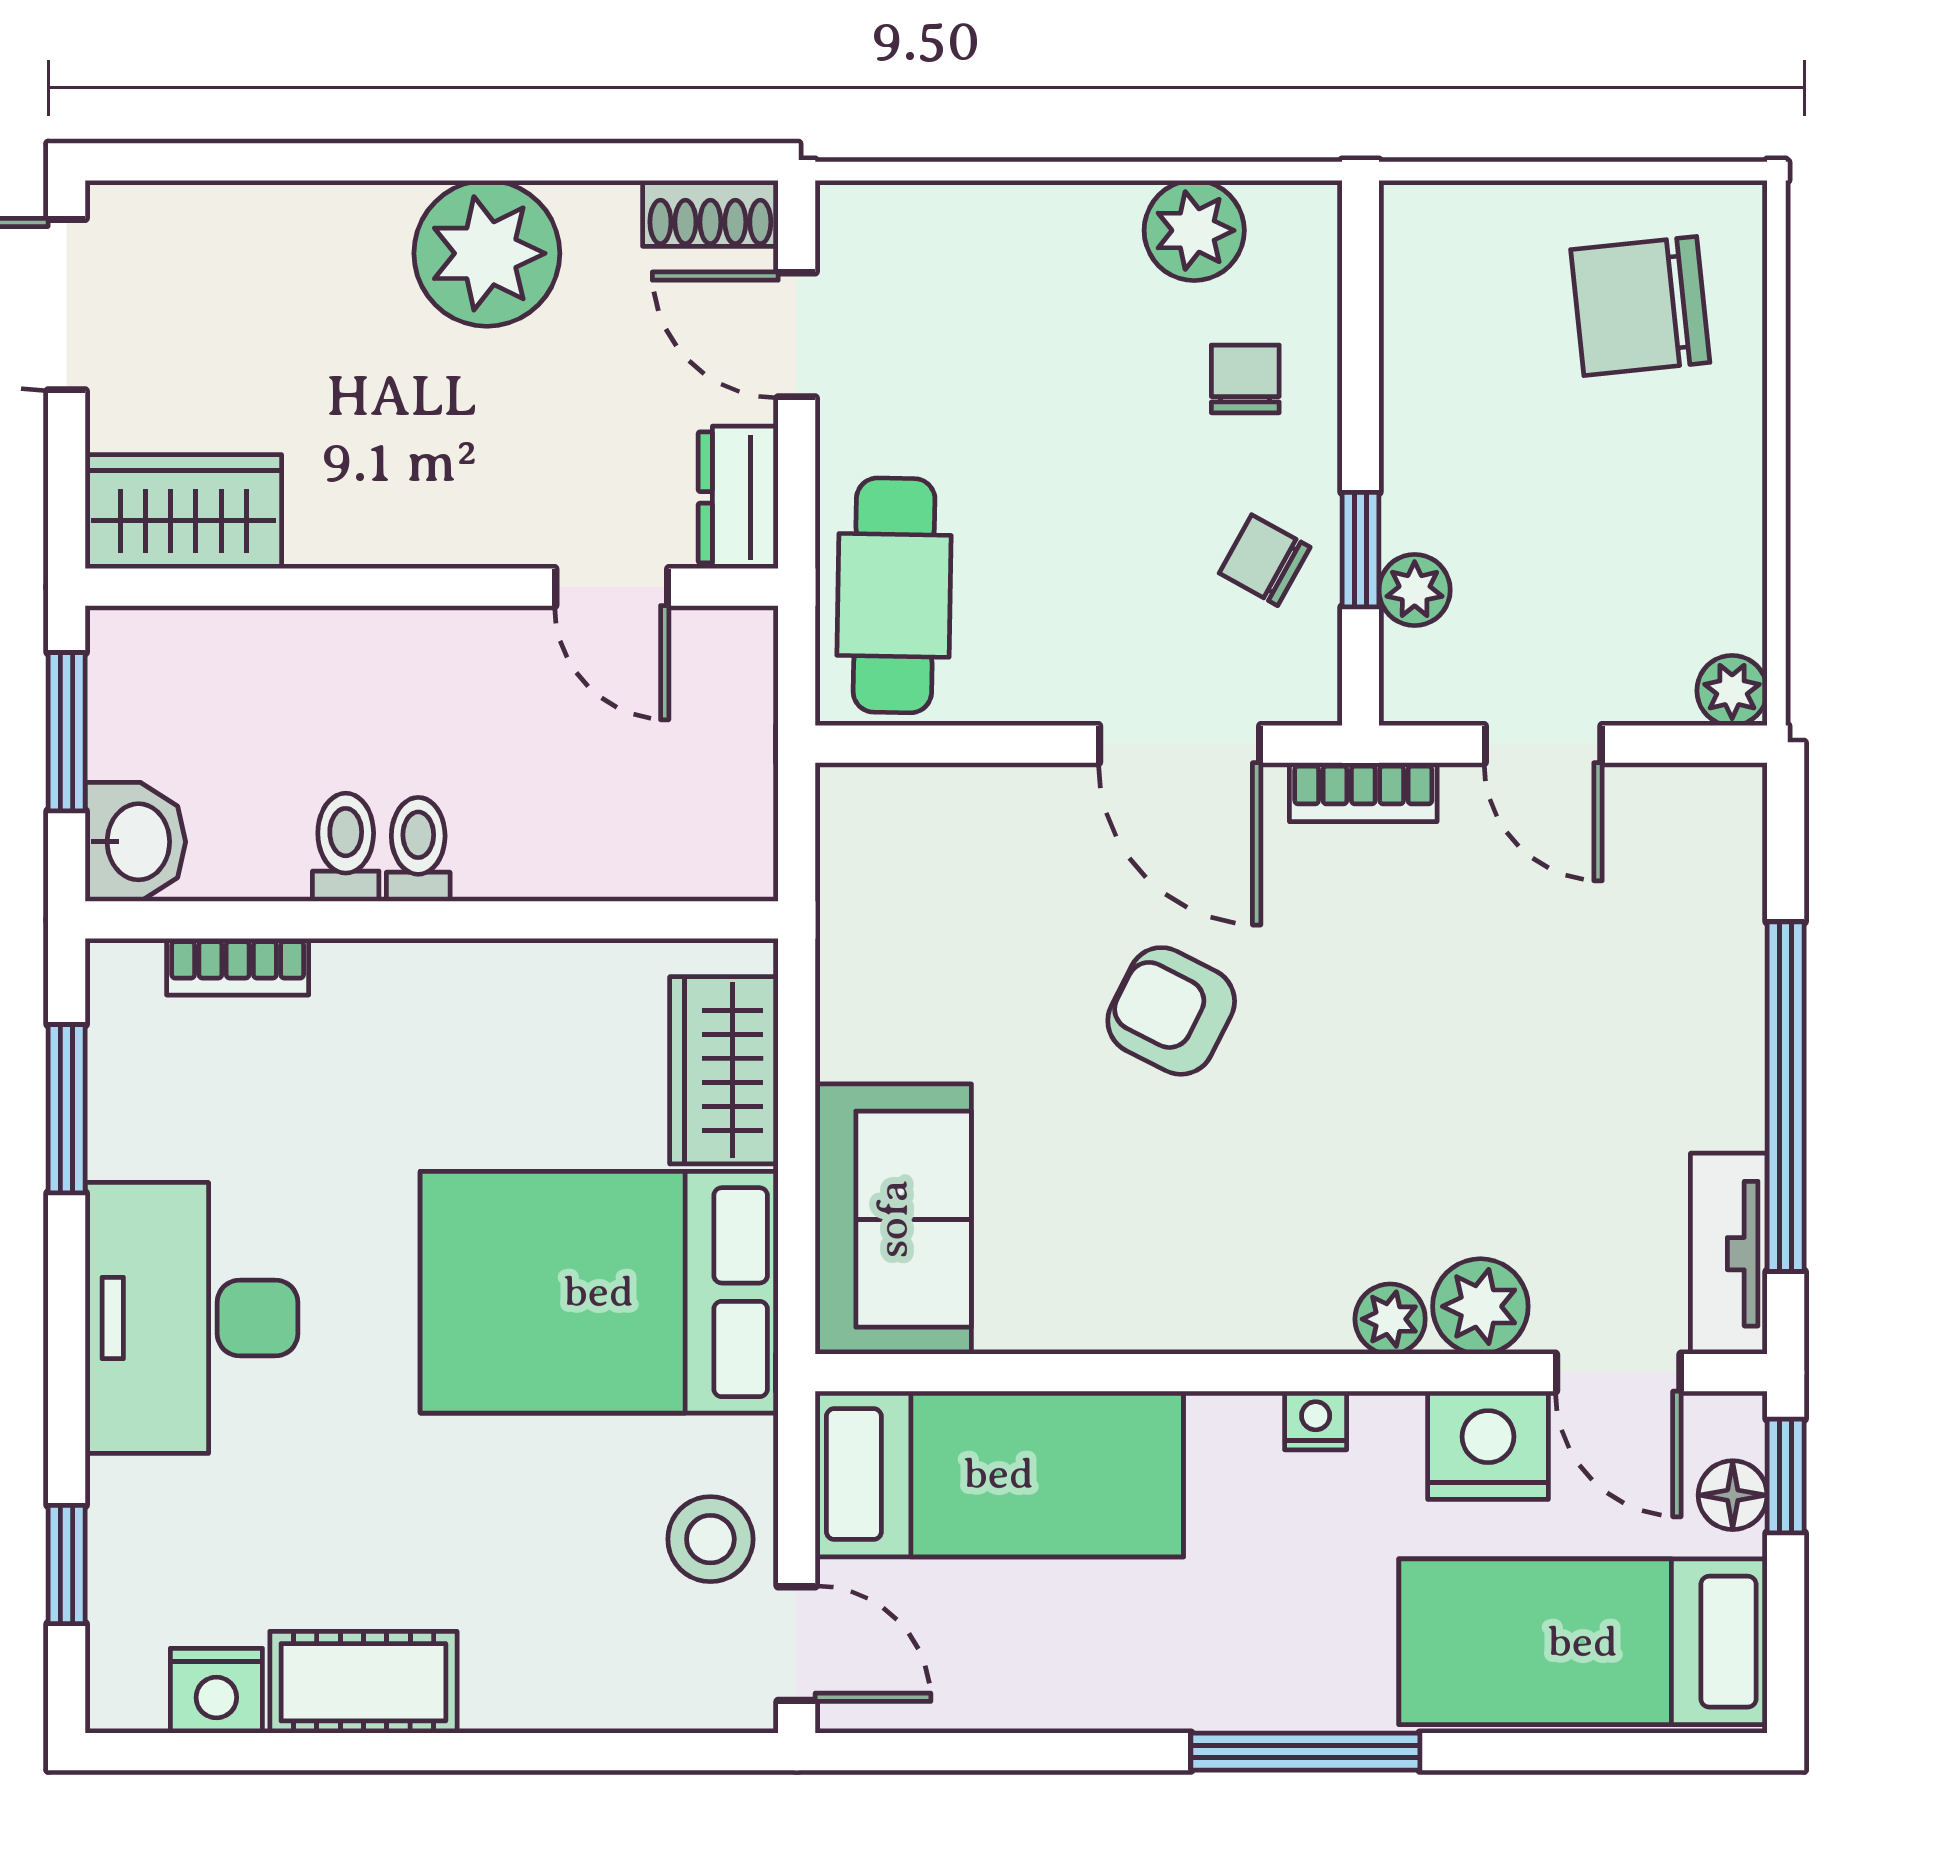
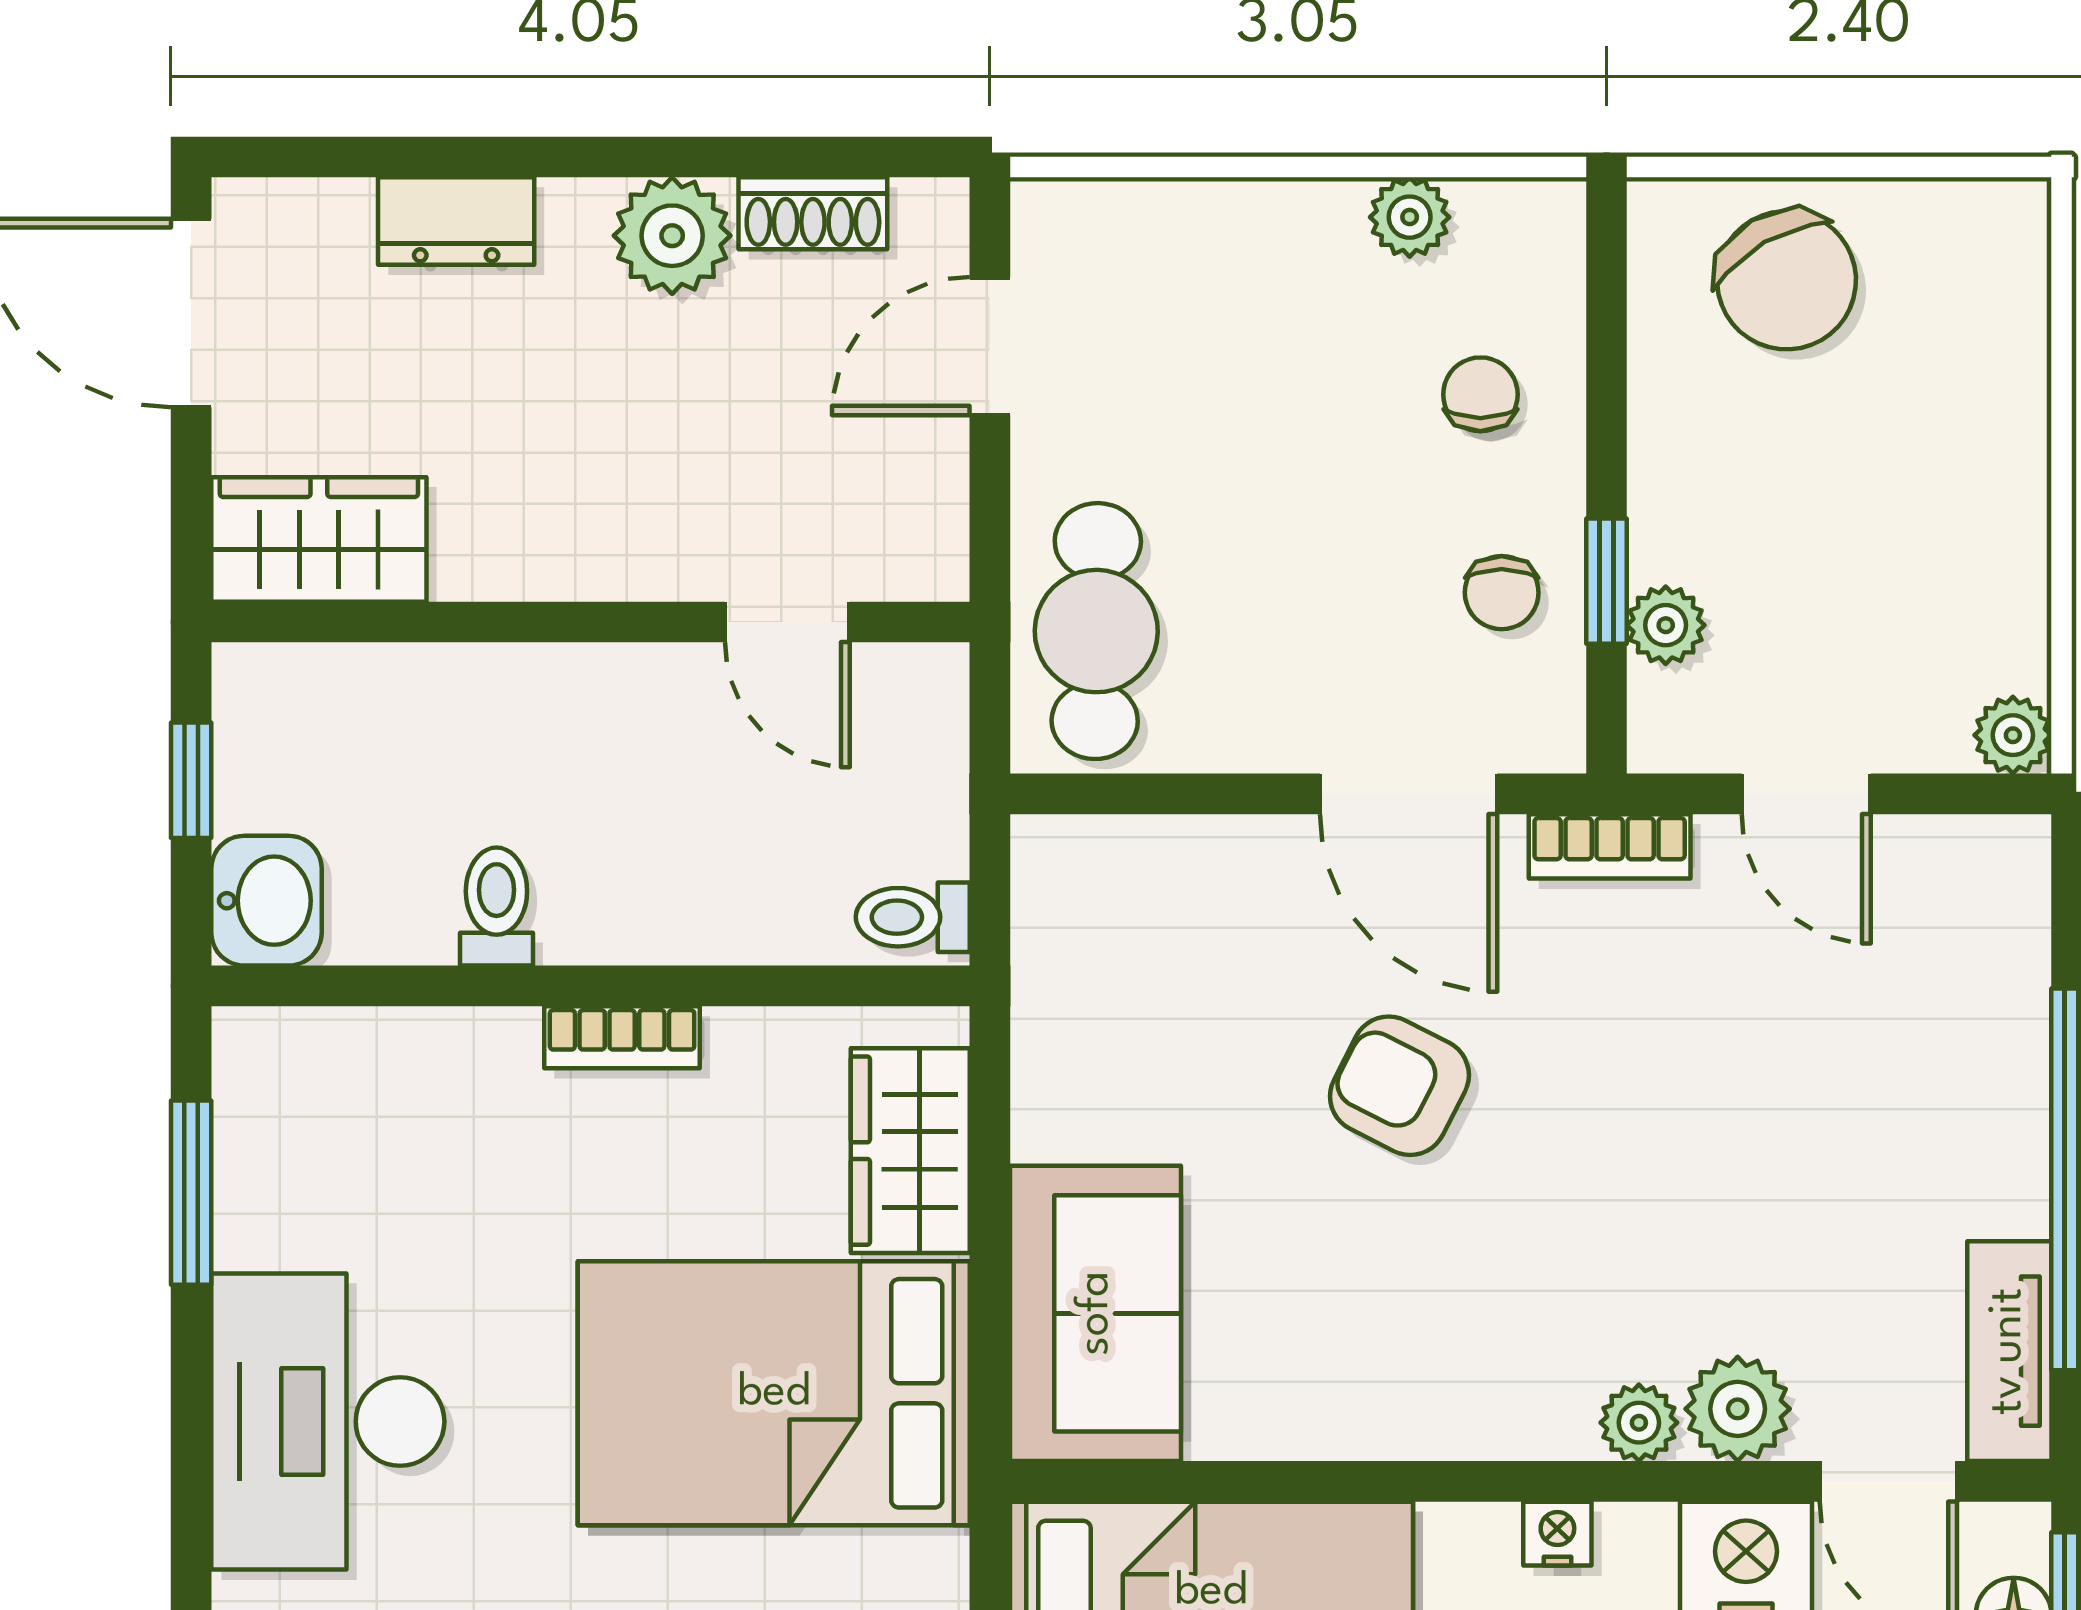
shoe rack: (710, 213) -> (813, 213), moved
plant: (1194, 230) -> (1410, 217), width x0.73, depth x0.73
plant: (487, 253) -> (672, 236), width x0.73, depth x0.73
chair: (1640, 306) -> (1787, 280), moved, turned -114
door: (797, 335) -> (990, 346), hinge flipped
dresser: (738, 497) -> (456, 221), moved, turned -90
chair: (1265, 560) -> (1502, 593), turned -119
window: (67, 732) -> (191, 780), width x0.67
toilet: (418, 849) -> (913, 917), moved, turned -90
bookcase: (238, 967) -> (622, 1037), moved

